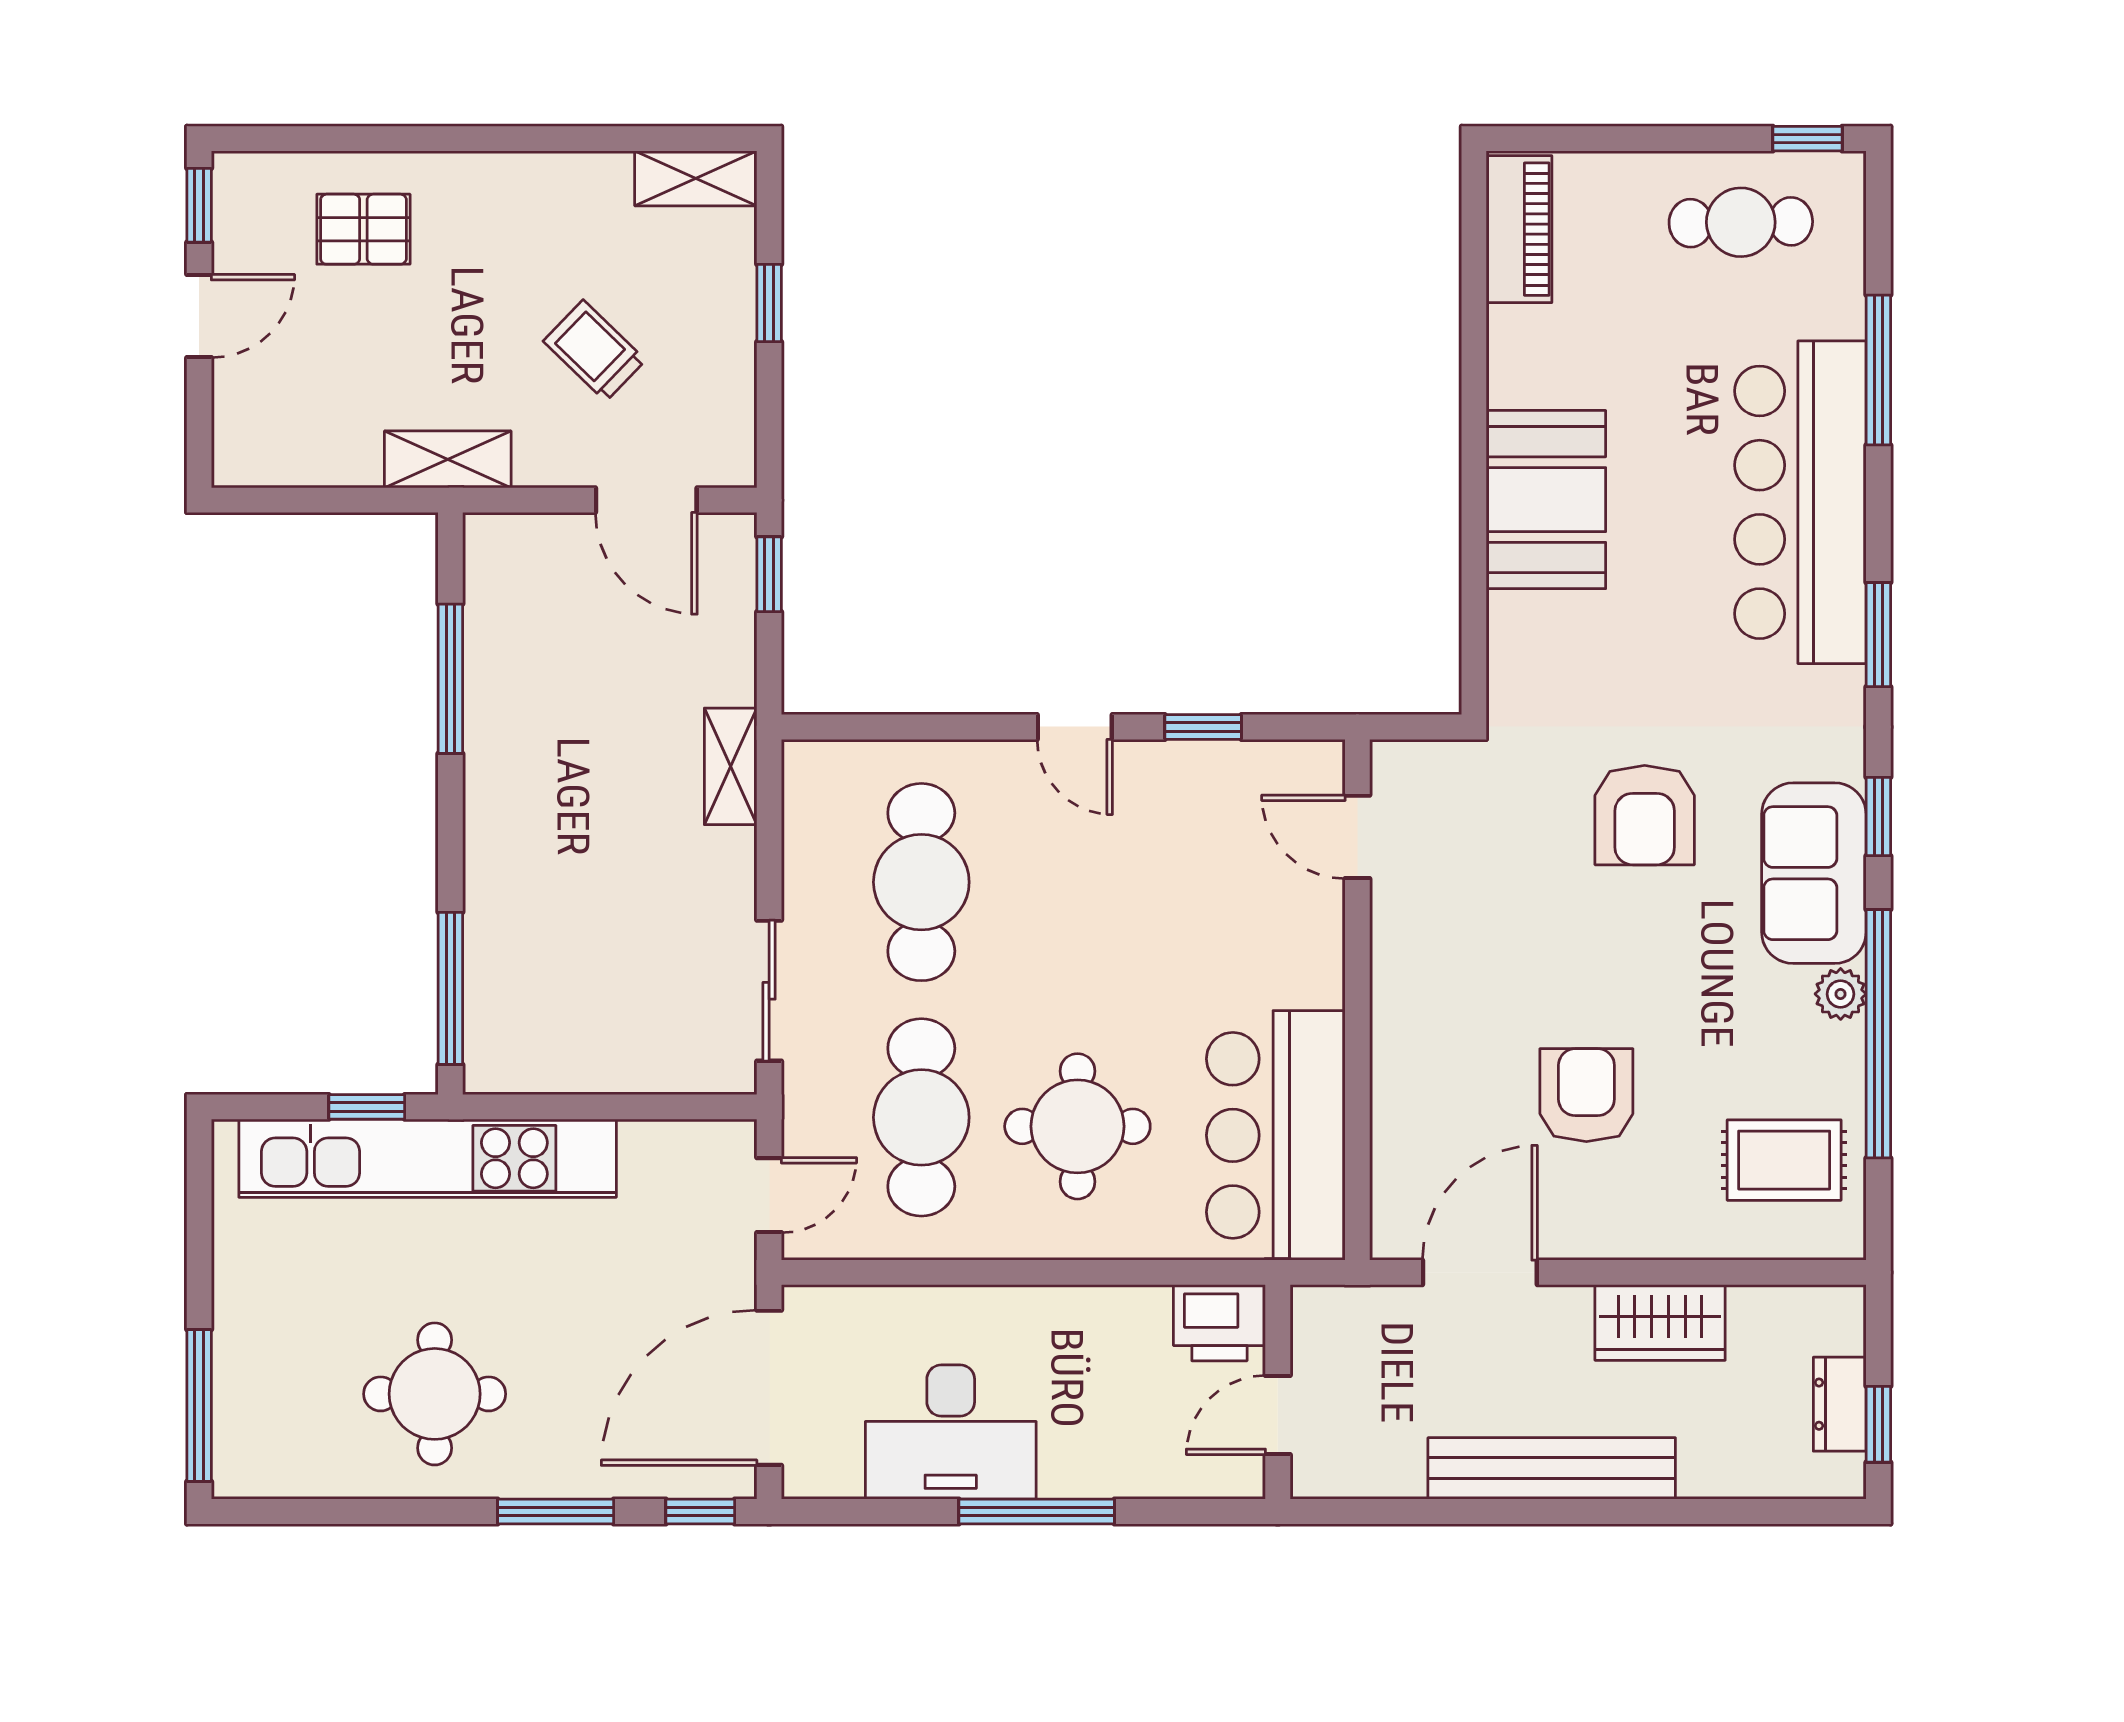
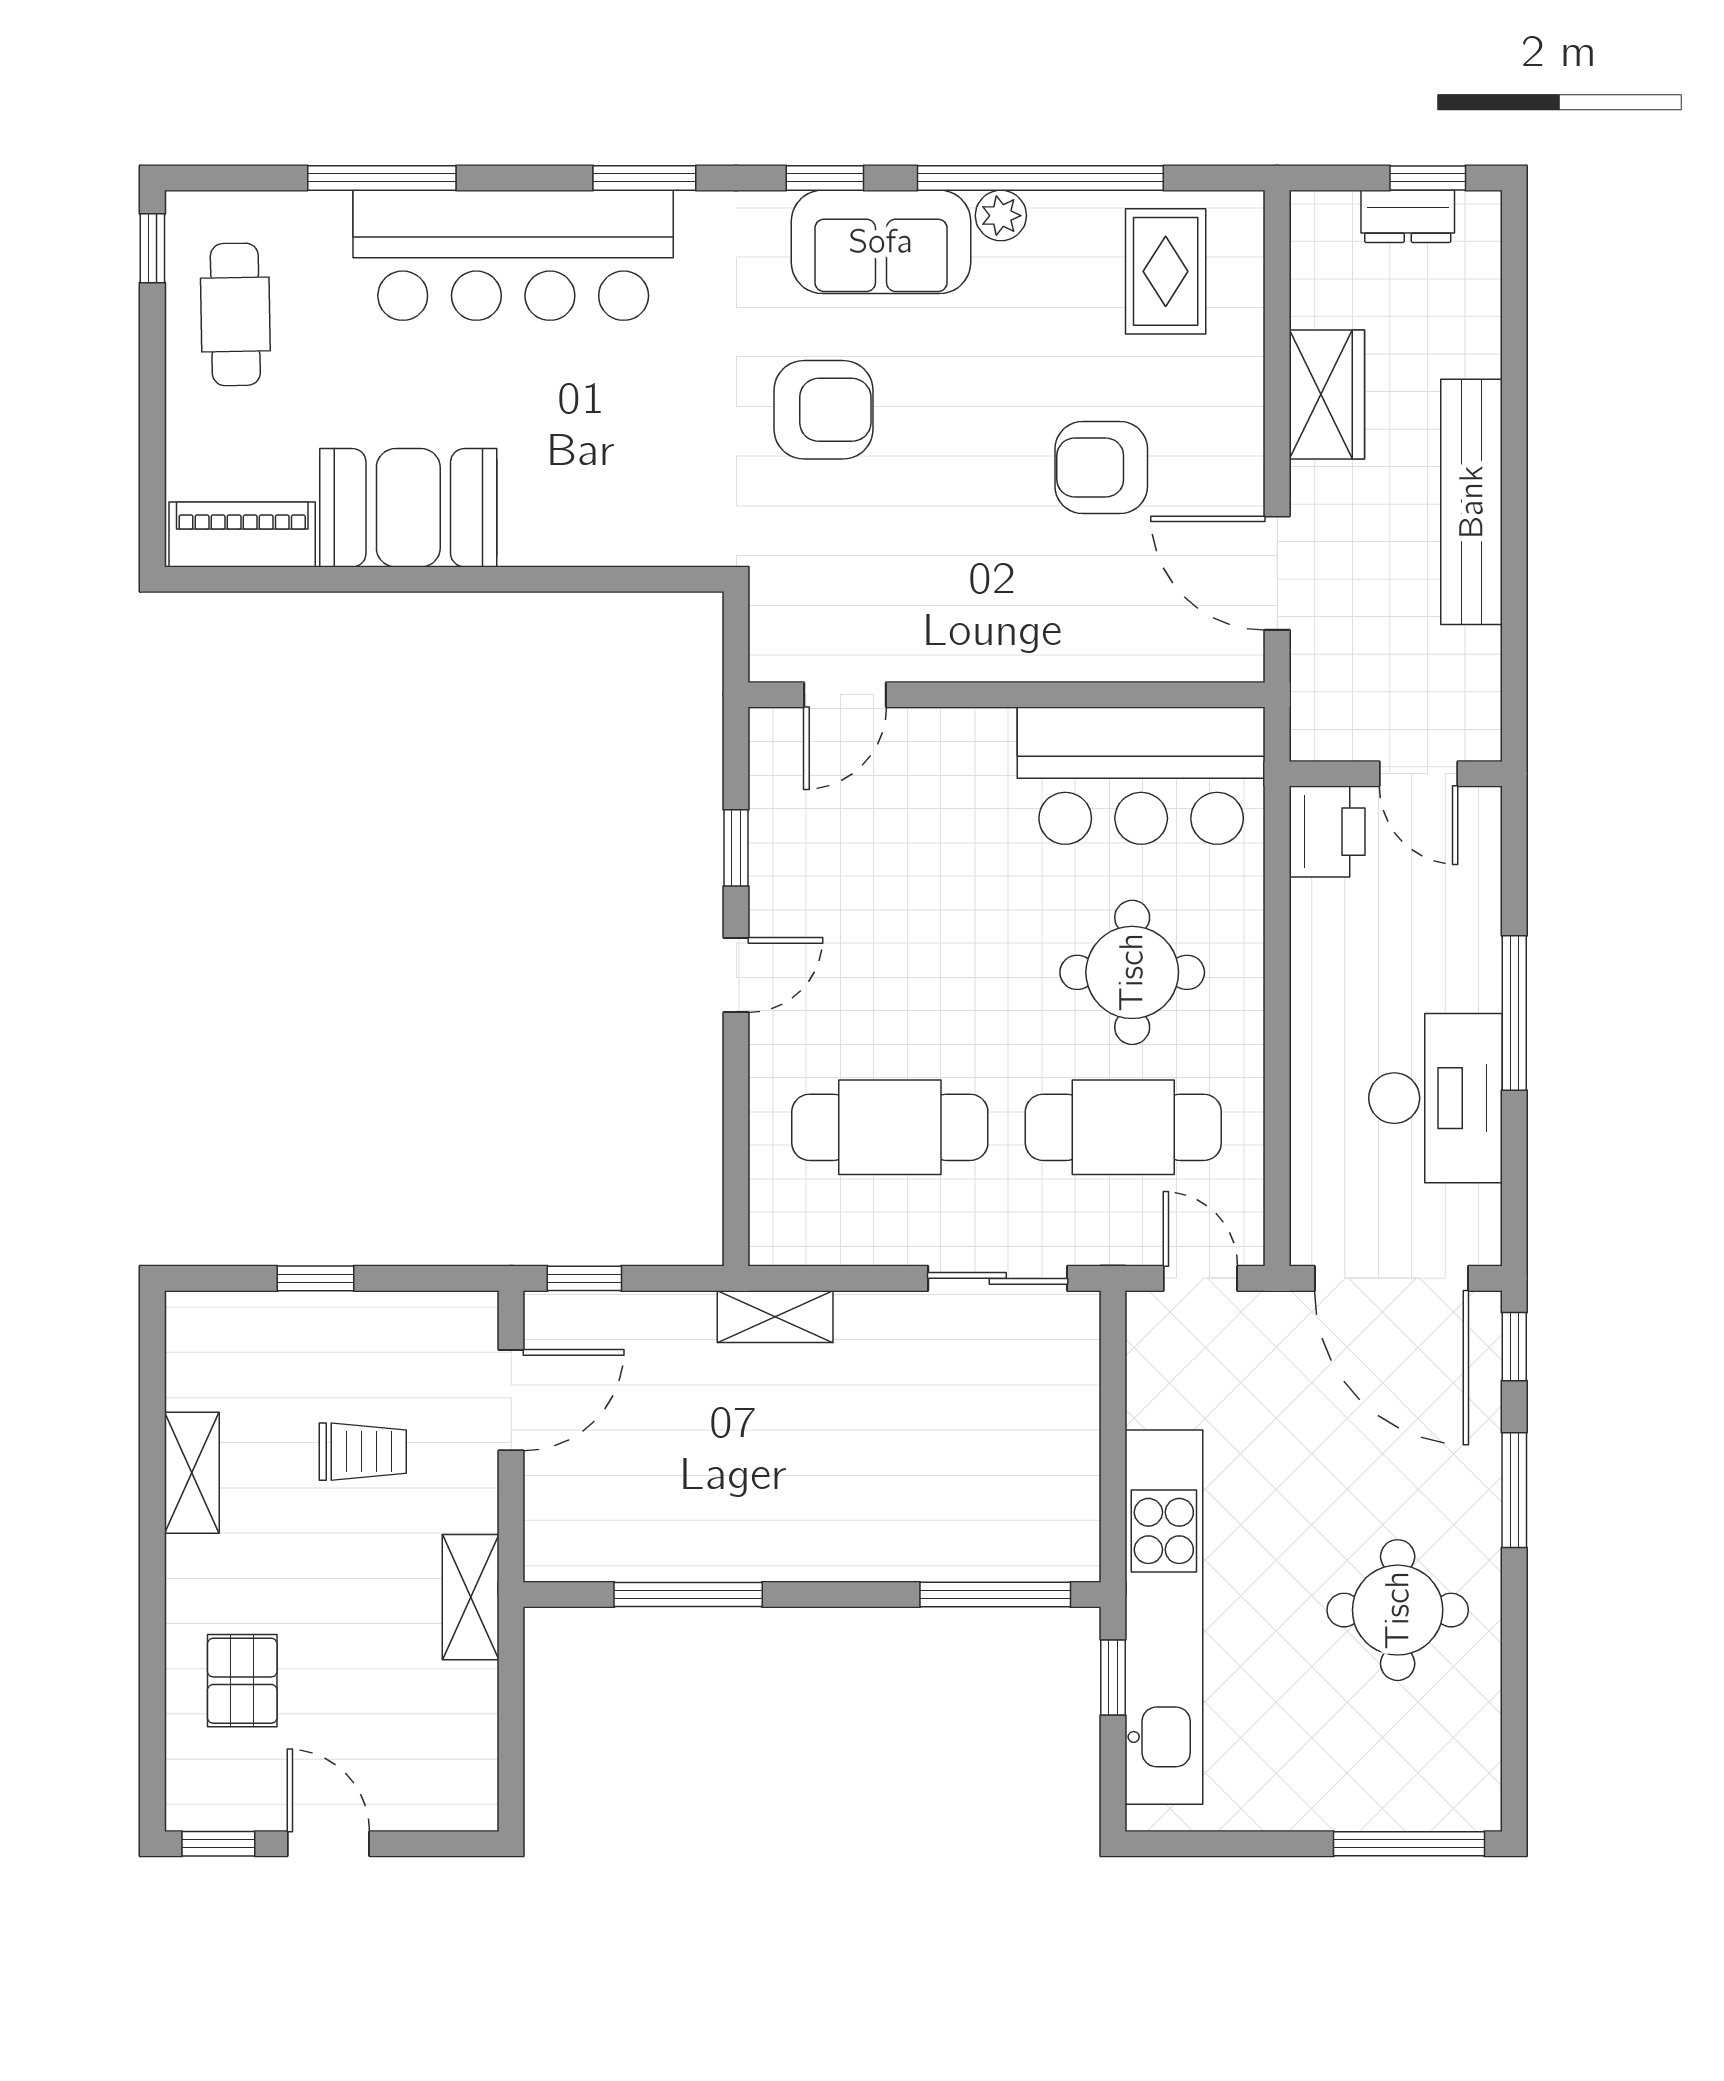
shelving: (696, 178) -> (192, 1473), moved
trolley: (594, 351) -> (363, 1452), turned -134
booth: (1546, 500) -> (408, 508), moved

